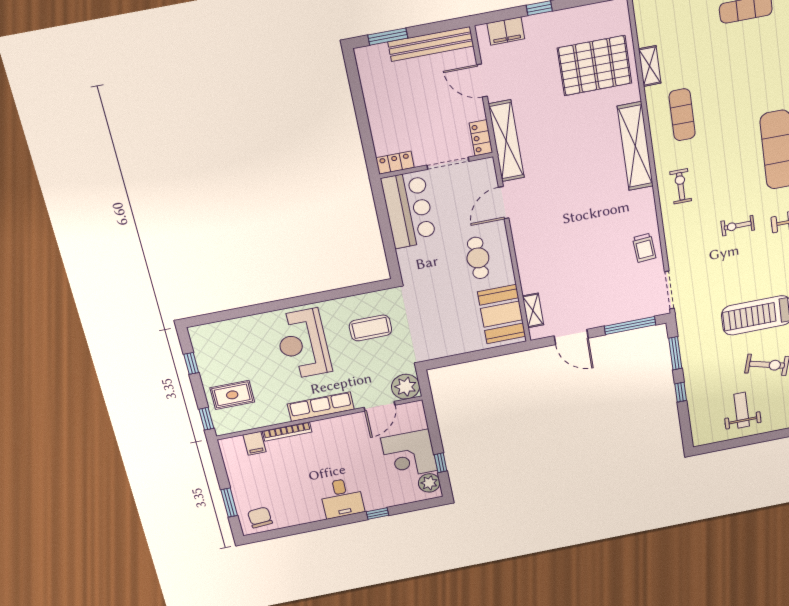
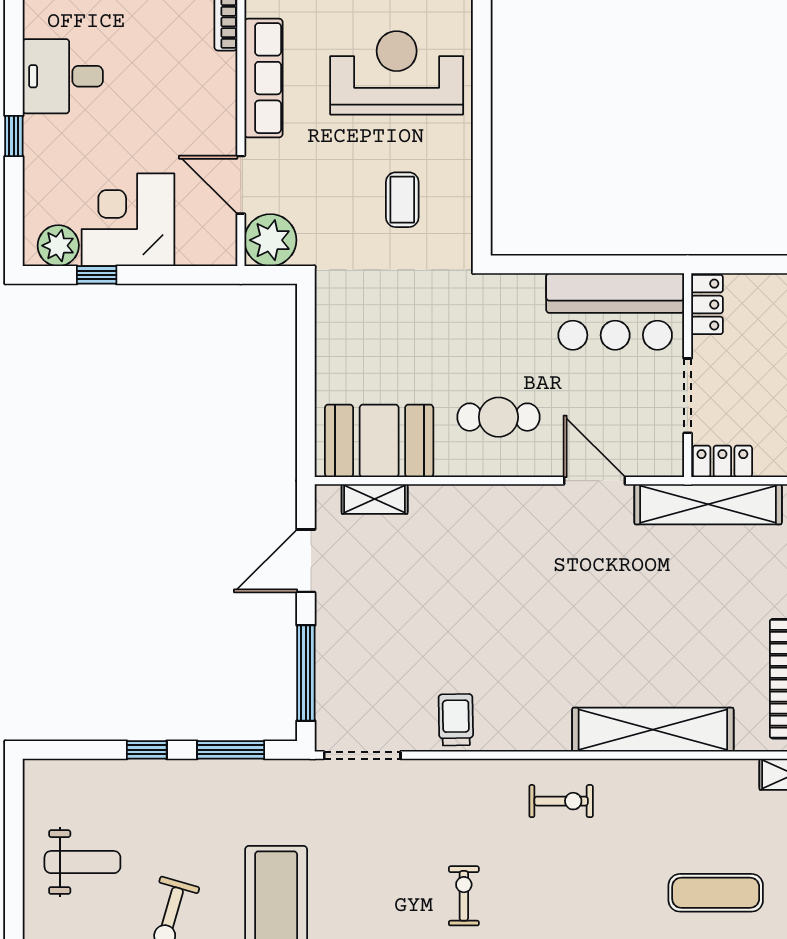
exercise mat: (682, 115) -> (716, 893), moved
trolley: (644, 248) -> (456, 720), turned 93
coffee table: (370, 328) -> (402, 200), width x0.73, depth x0.77

